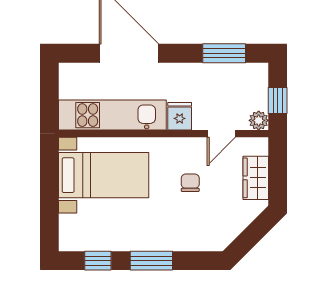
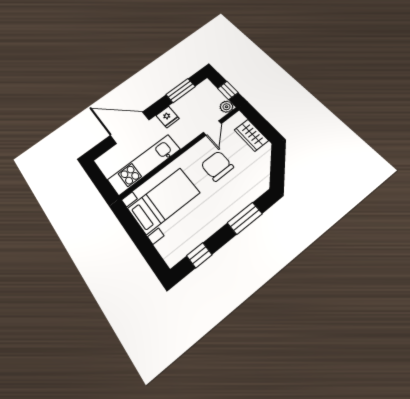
fridge: (180, 116) -> (168, 117), moved, turned 180
chair: (190, 183) -> (217, 166), width x1.87, depth x1.87
window: (151, 261) -> (245, 218), moved

